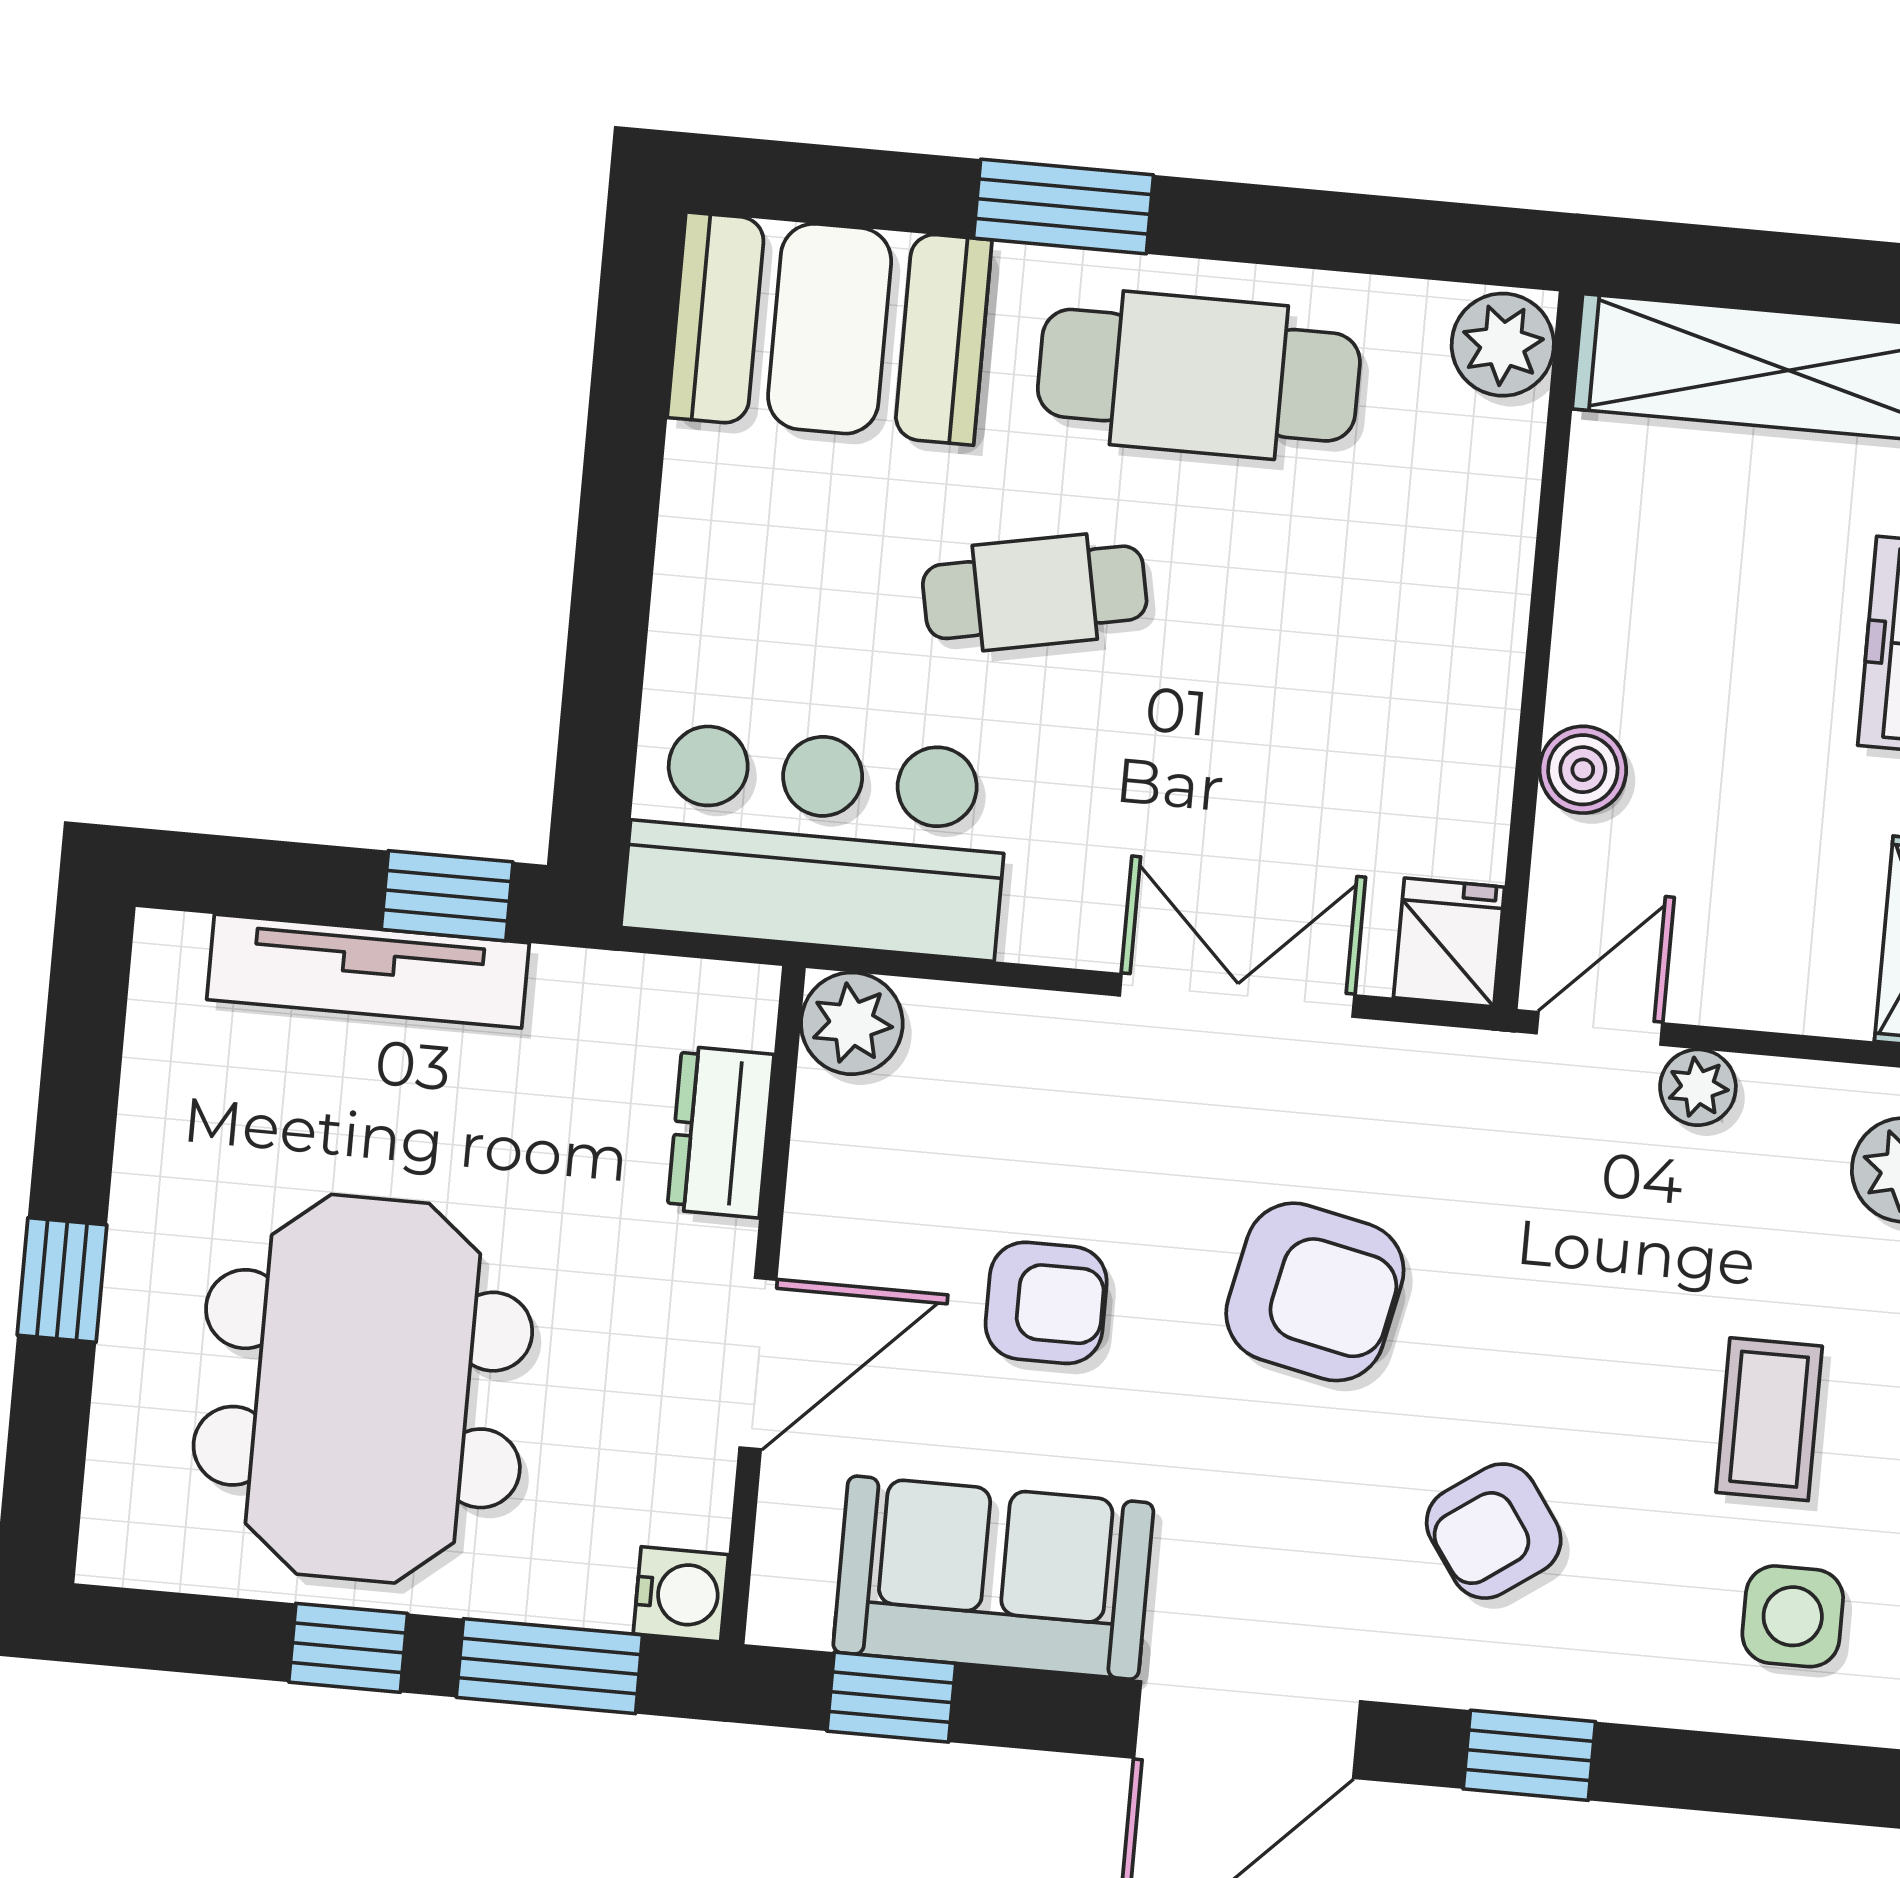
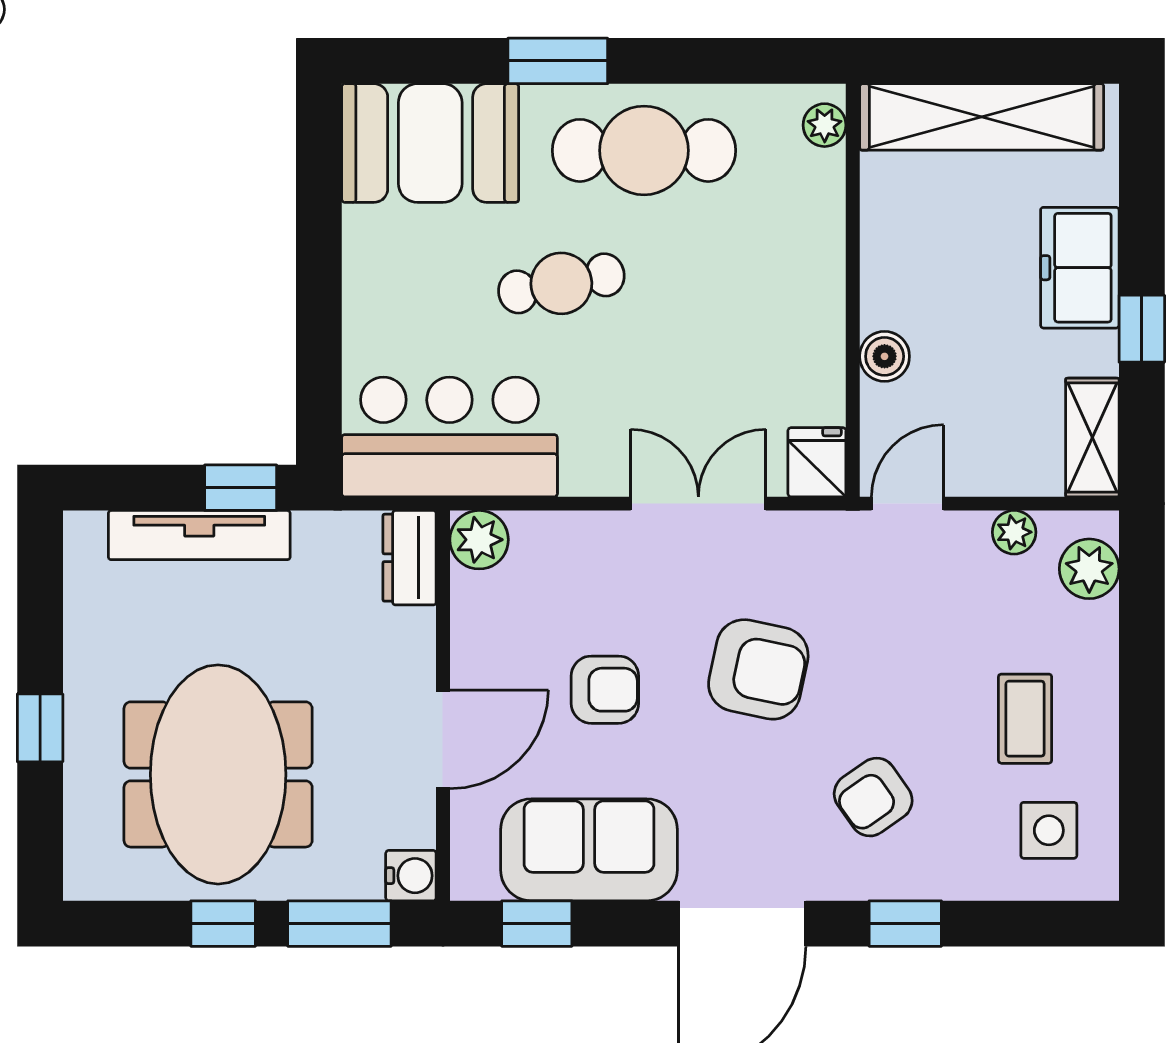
plant: (1503, 345) -> (825, 125), width x0.73, depth x0.73
plant: (1698, 1087) -> (1014, 532), moved
dresser: (721, 1132) -> (410, 558), moved

